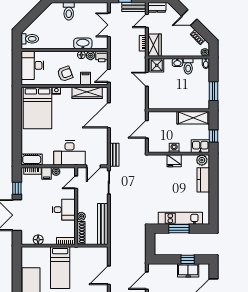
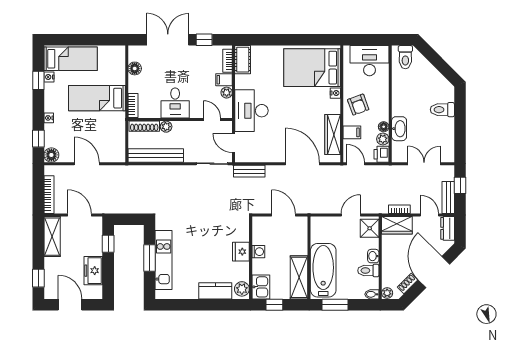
door: (189, 18) -> (434, 272), width x1.88
bathtub: (188, 100) -> (323, 270), added
window: (188, 259) -> (108, 244), moved

